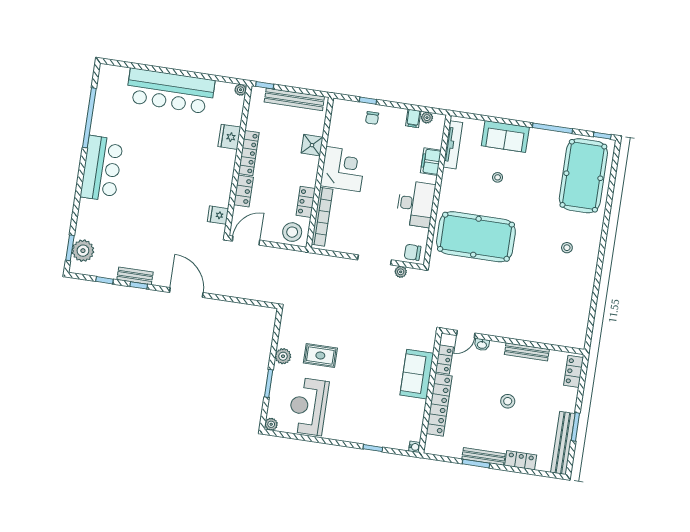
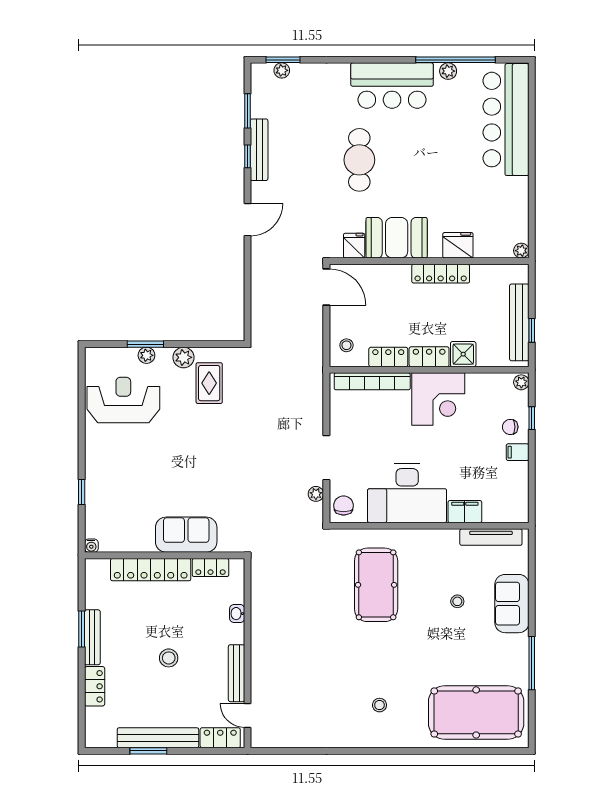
window: (265, 85) -> (532, 330), moved
bar counter: (170, 91) -> (506, 120), moved
filing cabinet: (413, 118) -> (518, 452), moved
plant: (427, 118) -> (521, 382), moved
plant: (97, 125) -> (448, 71), added
window: (602, 136) -> (532, 729), removed
booth: (217, 182) -> (397, 238), added
locker: (244, 191) -> (429, 357), moved, turned 180
cafe table: (154, 201) -> (359, 160), added
desk: (416, 204) -> (407, 493), width x1.36, depth x1.30
stool: (292, 232) -> (346, 345), width x0.53, depth x0.53
pool table: (476, 237) -> (376, 585), width x0.73, depth x0.76
plant: (83, 251) -> (282, 70), width x0.53, depth x0.53
bench: (135, 276) -> (259, 150), width x1.36
window: (104, 280) -> (247, 111), width x1.50
door: (186, 292) -> (247, 220), width x0.73
door: (466, 334) -> (247, 715), moved
rug: (320, 356) -> (209, 383), moved
plant: (271, 424) -> (146, 355), moved
bench: (563, 443) -> (158, 738), moved

